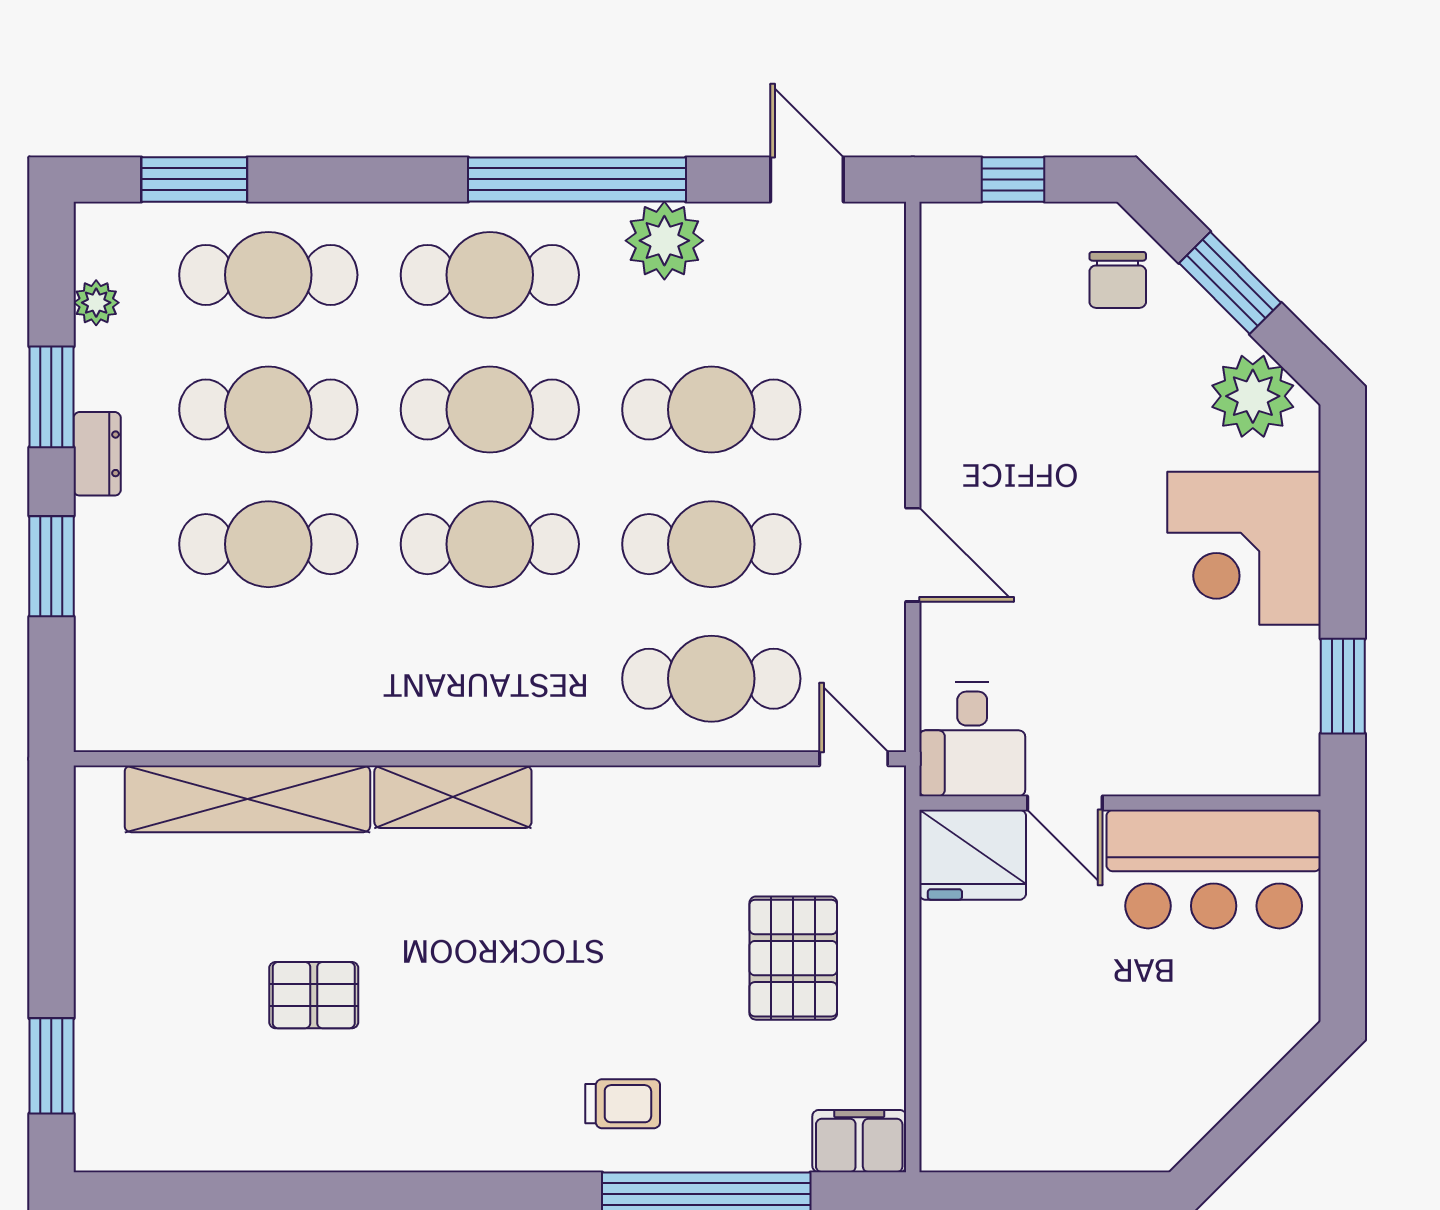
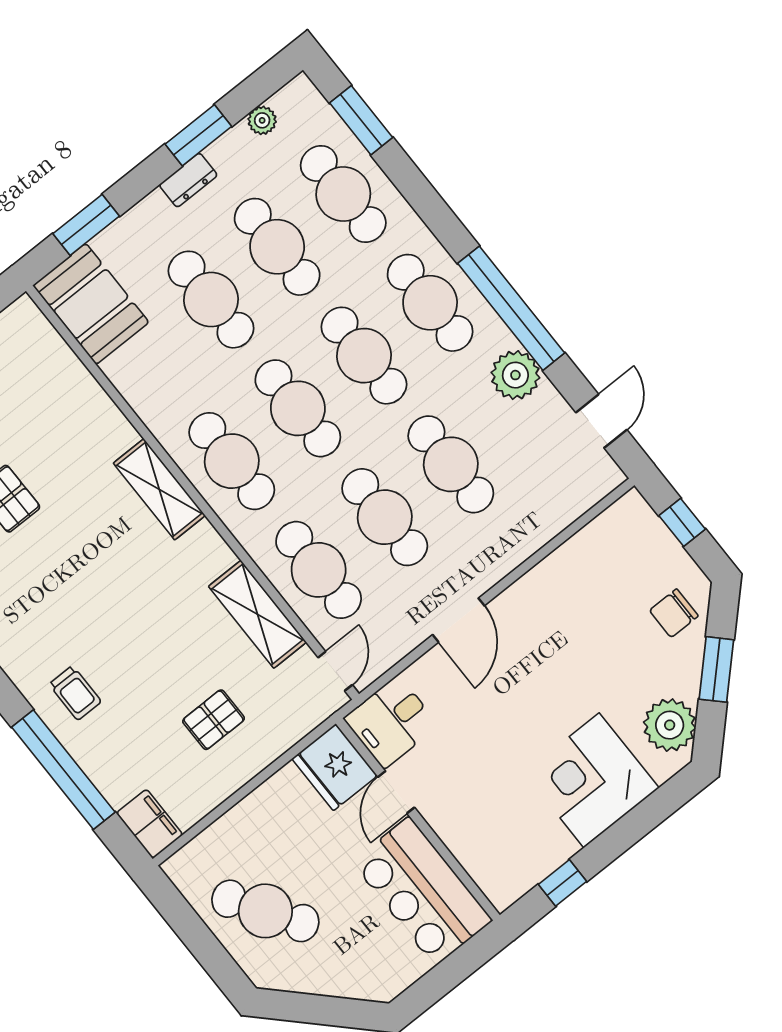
window: (51, 566) -> (86, 225), moved
cafe table: (490, 679) -> (232, 461), added
window: (1343, 686) -> (563, 883), width x0.67
booth: (154, 698) -> (91, 304), added
shelving: (247, 799) -> (257, 614), moved, width x0.68
pallet: (793, 958) -> (214, 720), width x0.67, depth x0.71
cafe table: (1083, 1083) -> (265, 911), added

